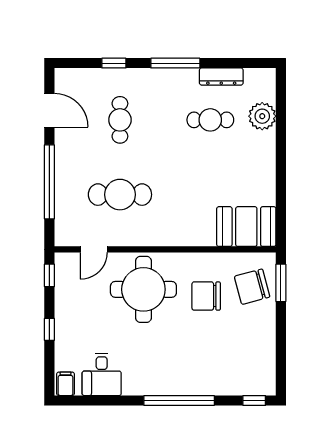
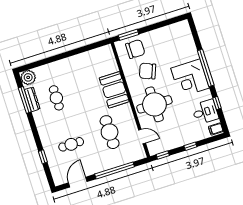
window: (175, 63) -> (25, 100), moved
plant: (262, 116) -> (28, 77), moved
booth: (246, 227) -> (114, 90), moved
chair: (252, 287) -> (135, 49), turned -75
chair: (206, 296) -> (148, 71), turned 111
corner desk: (170, 367) -> (190, 78), added
window: (254, 400) -> (217, 103), moved

